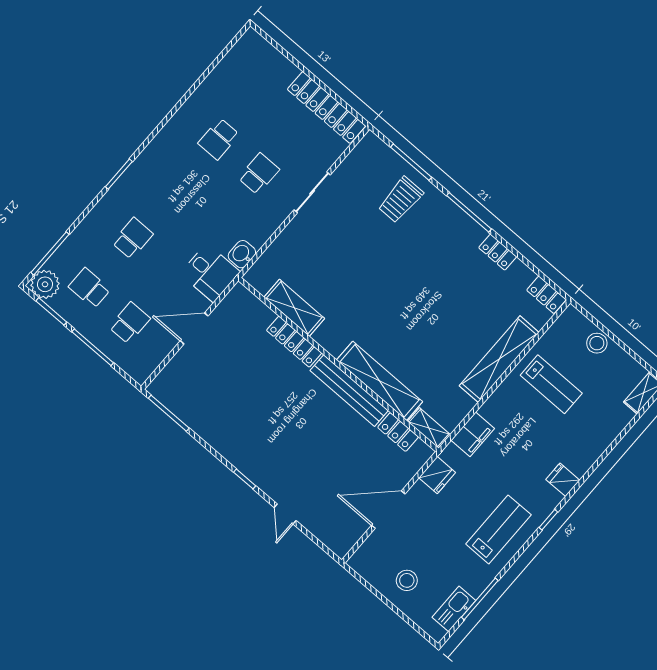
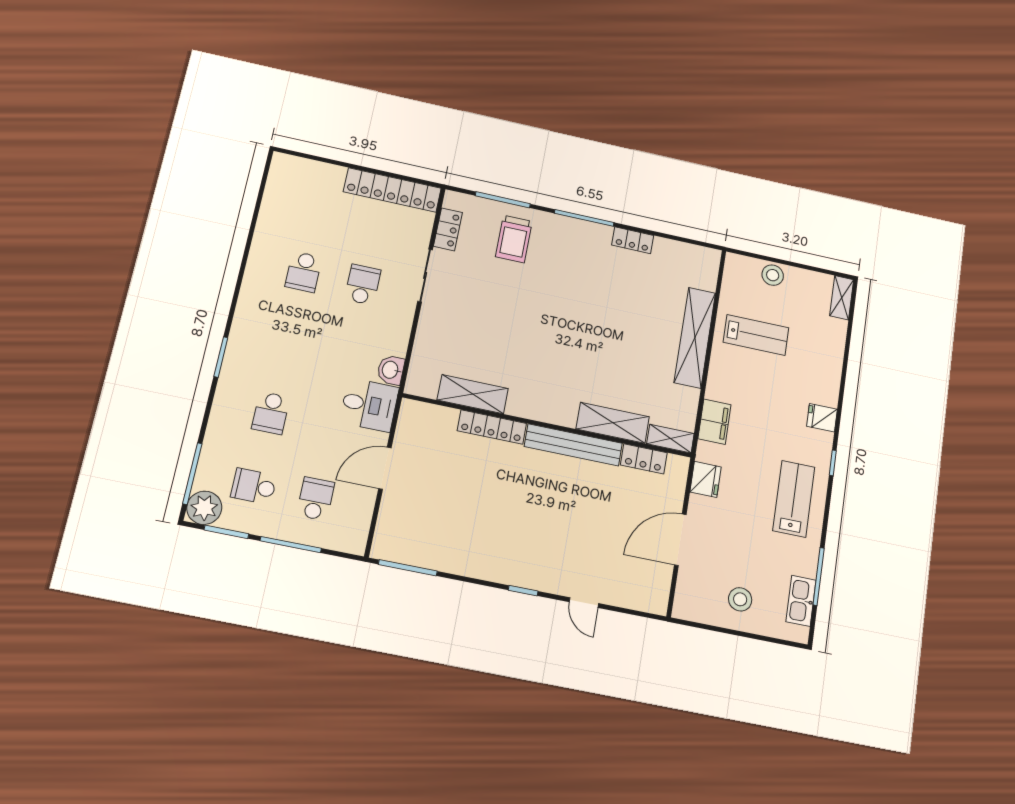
school desk: (133, 238) -> (271, 413), turned 180
locker: (546, 295) -> (448, 229), moved, turned -90
shelving: (380, 381) -> (613, 423), width x0.68

